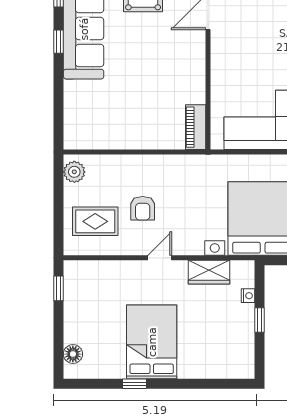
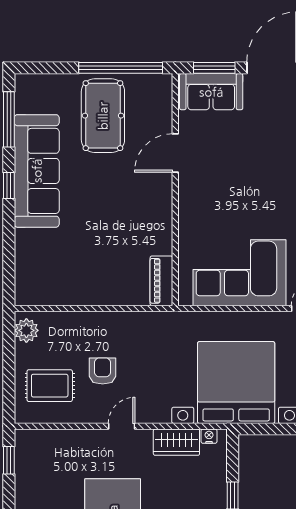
armchair: (143, 208) -> (103, 371), turned 180
nightstand: (248, 296) -> (209, 436), moved, turned -90

